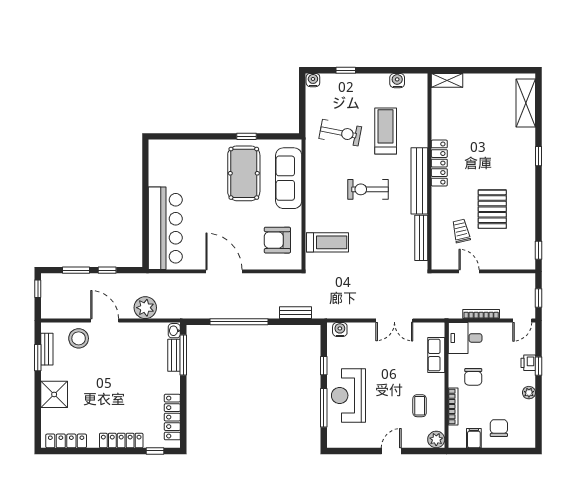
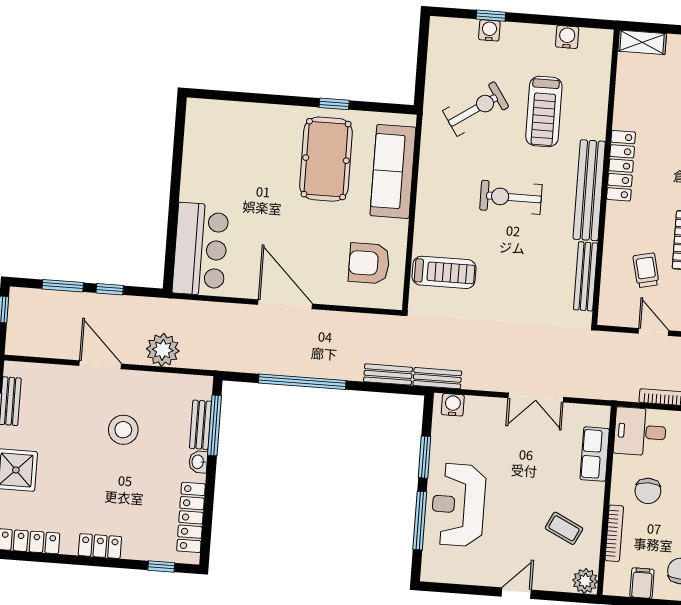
water cooler: (313, 80) -> (489, 30), moved
treadmill: (386, 131) -> (544, 112), turned 180
exercise bike: (340, 133) -> (476, 109), turned -45
bar counter: (165, 228) -> (201, 249), width x0.73
bench: (328, 313) -> (437, 378), added
washbasin: (174, 331) -> (198, 462), moved
stool: (79, 338) -> (123, 430), moved
window: (324, 366) -> (425, 457), width x1.50
coffee table: (420, 406) -> (564, 528), turned -64
locker: (121, 441) -> (100, 546), width x0.66

